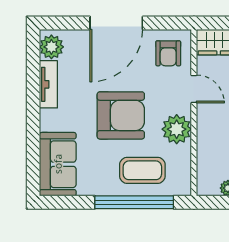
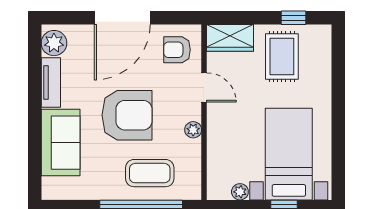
armchair: (168, 53) -> (177, 50), turned 90
plant: (177, 129) -> (193, 130), width x0.53, depth x0.53
sofa: (58, 164) -> (61, 143), moved

